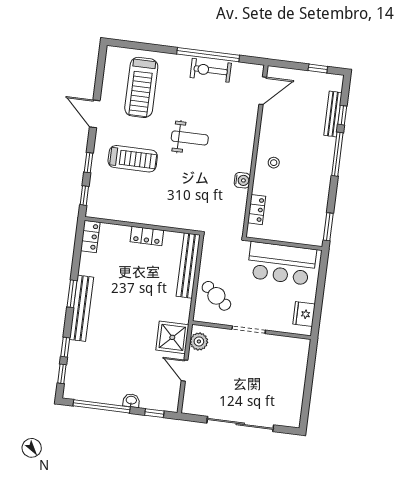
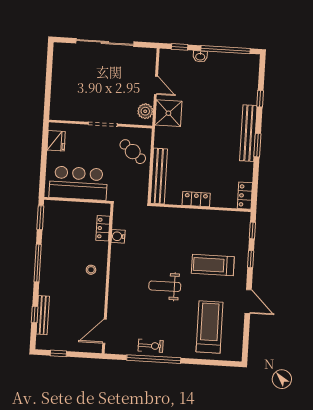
exercise bike: (211, 70) -> (151, 346), width x0.73, depth x0.72
window: (337, 154) -> (38, 263), moved
water cooler: (242, 180) -> (118, 236), moved
window: (62, 374) -> (262, 75), removed

